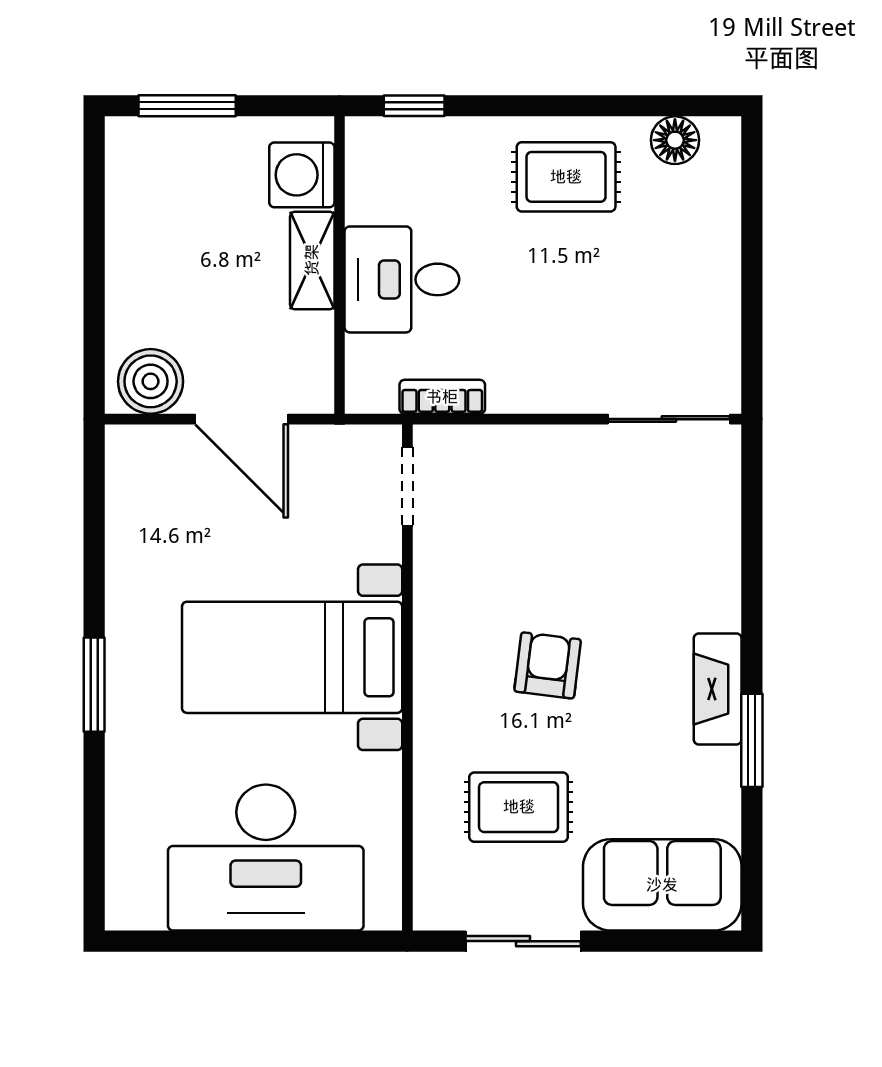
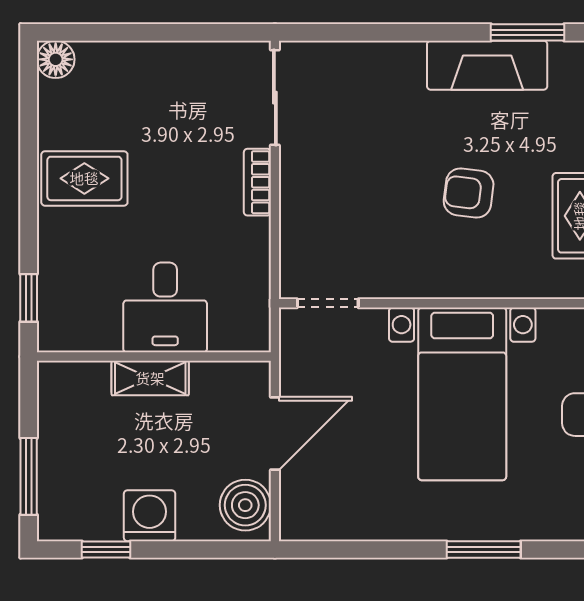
floor lamp: (675, 140) -> (56, 59), moved
washing machine: (302, 175) -> (150, 516), moved, turned 180
rug: (566, 177) -> (84, 178), turned 90
window: (94, 204) -> (106, 550), added
bookcase: (442, 397) -> (257, 182), moved
fireplace: (718, 689) -> (487, 65), width x1.37, depth x1.32

